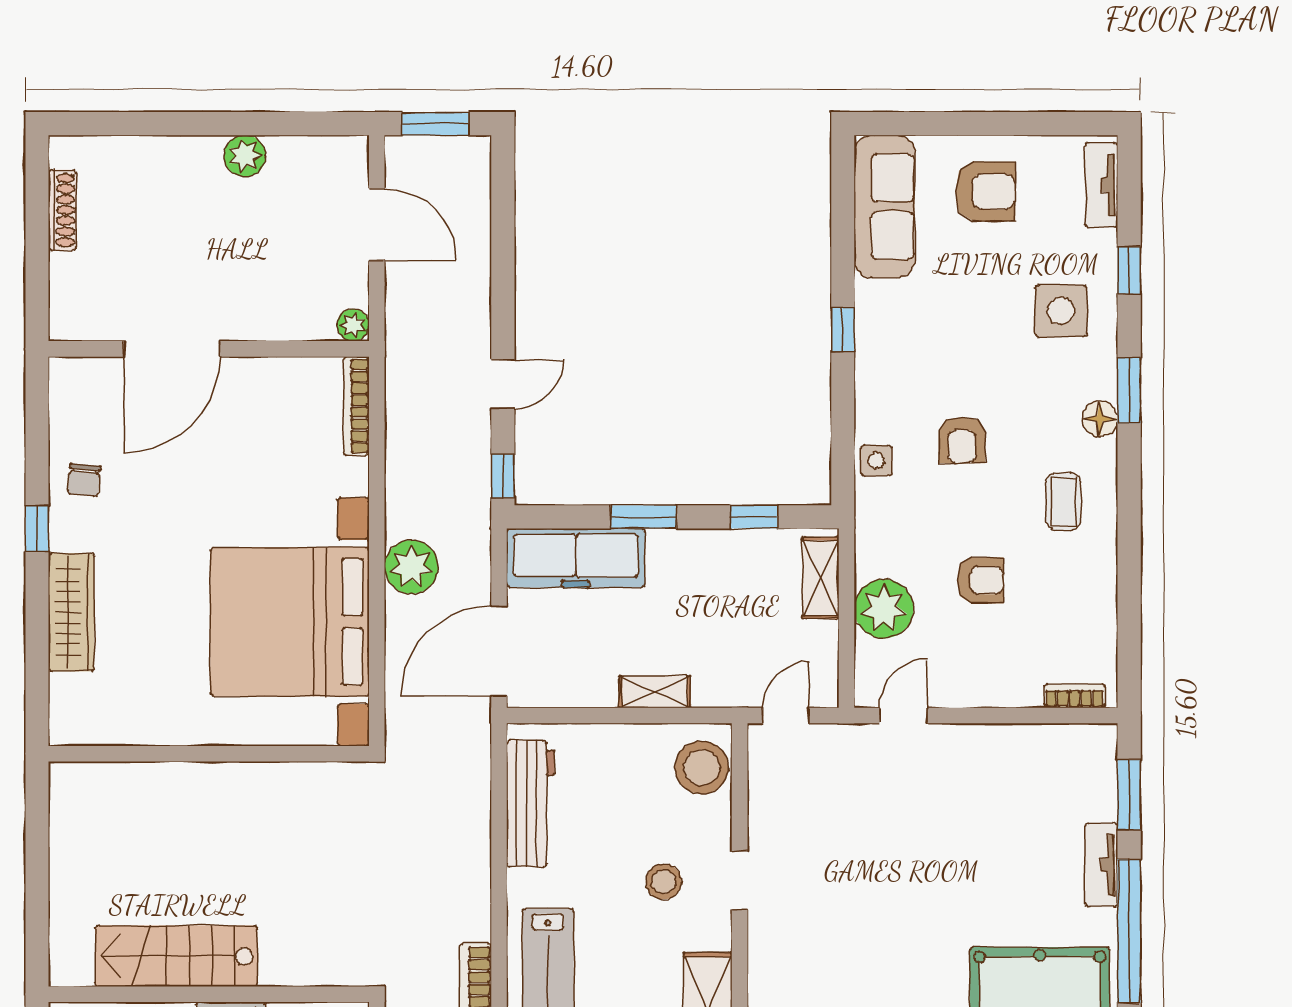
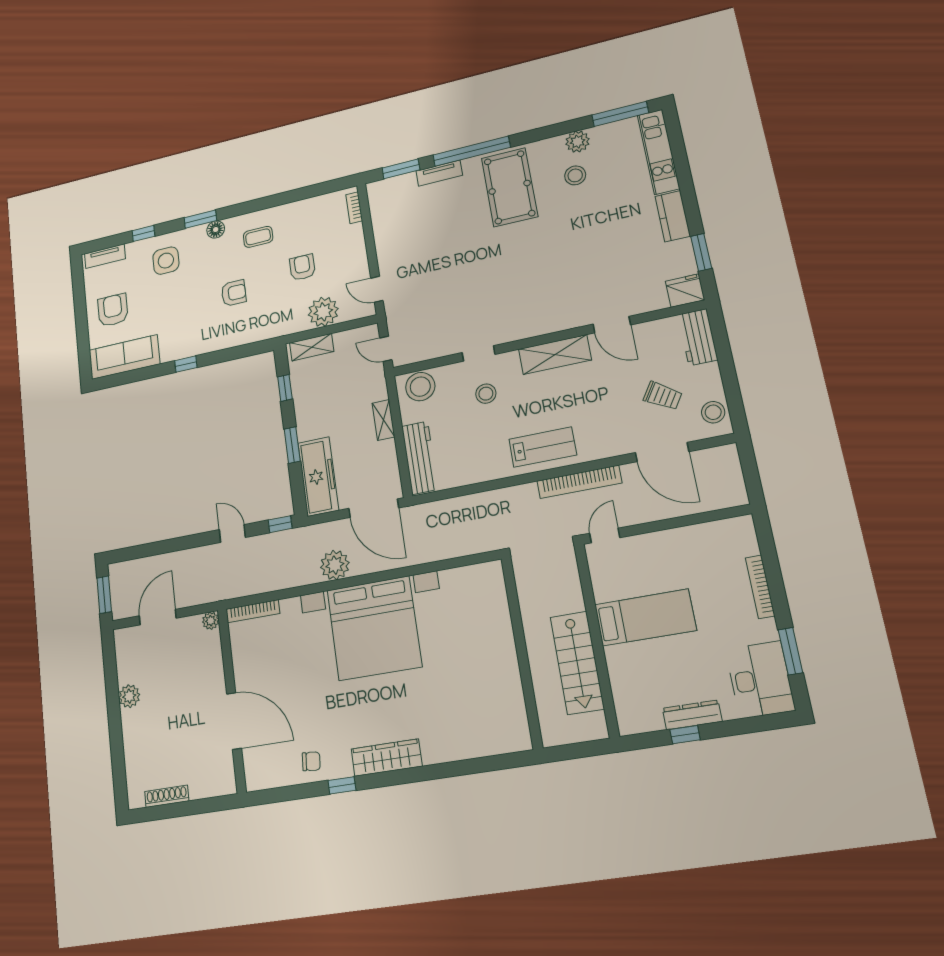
side table: (876, 461) -> (249, 333), removed
wall: (209, 754) -> (522, 652), moved
workbench: (530, 804) -> (420, 458), moved, turned 90

